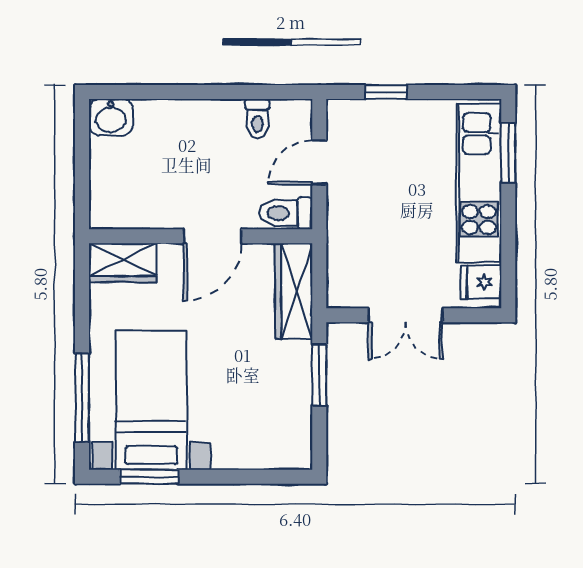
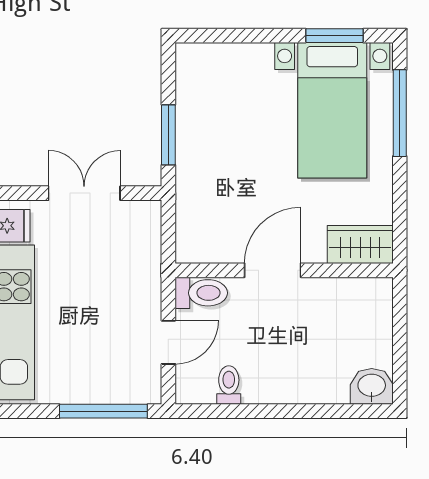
window: (386, 92) -> (103, 411), width x2.17
wardrobe: (294, 291) -> (193, 217), removed

